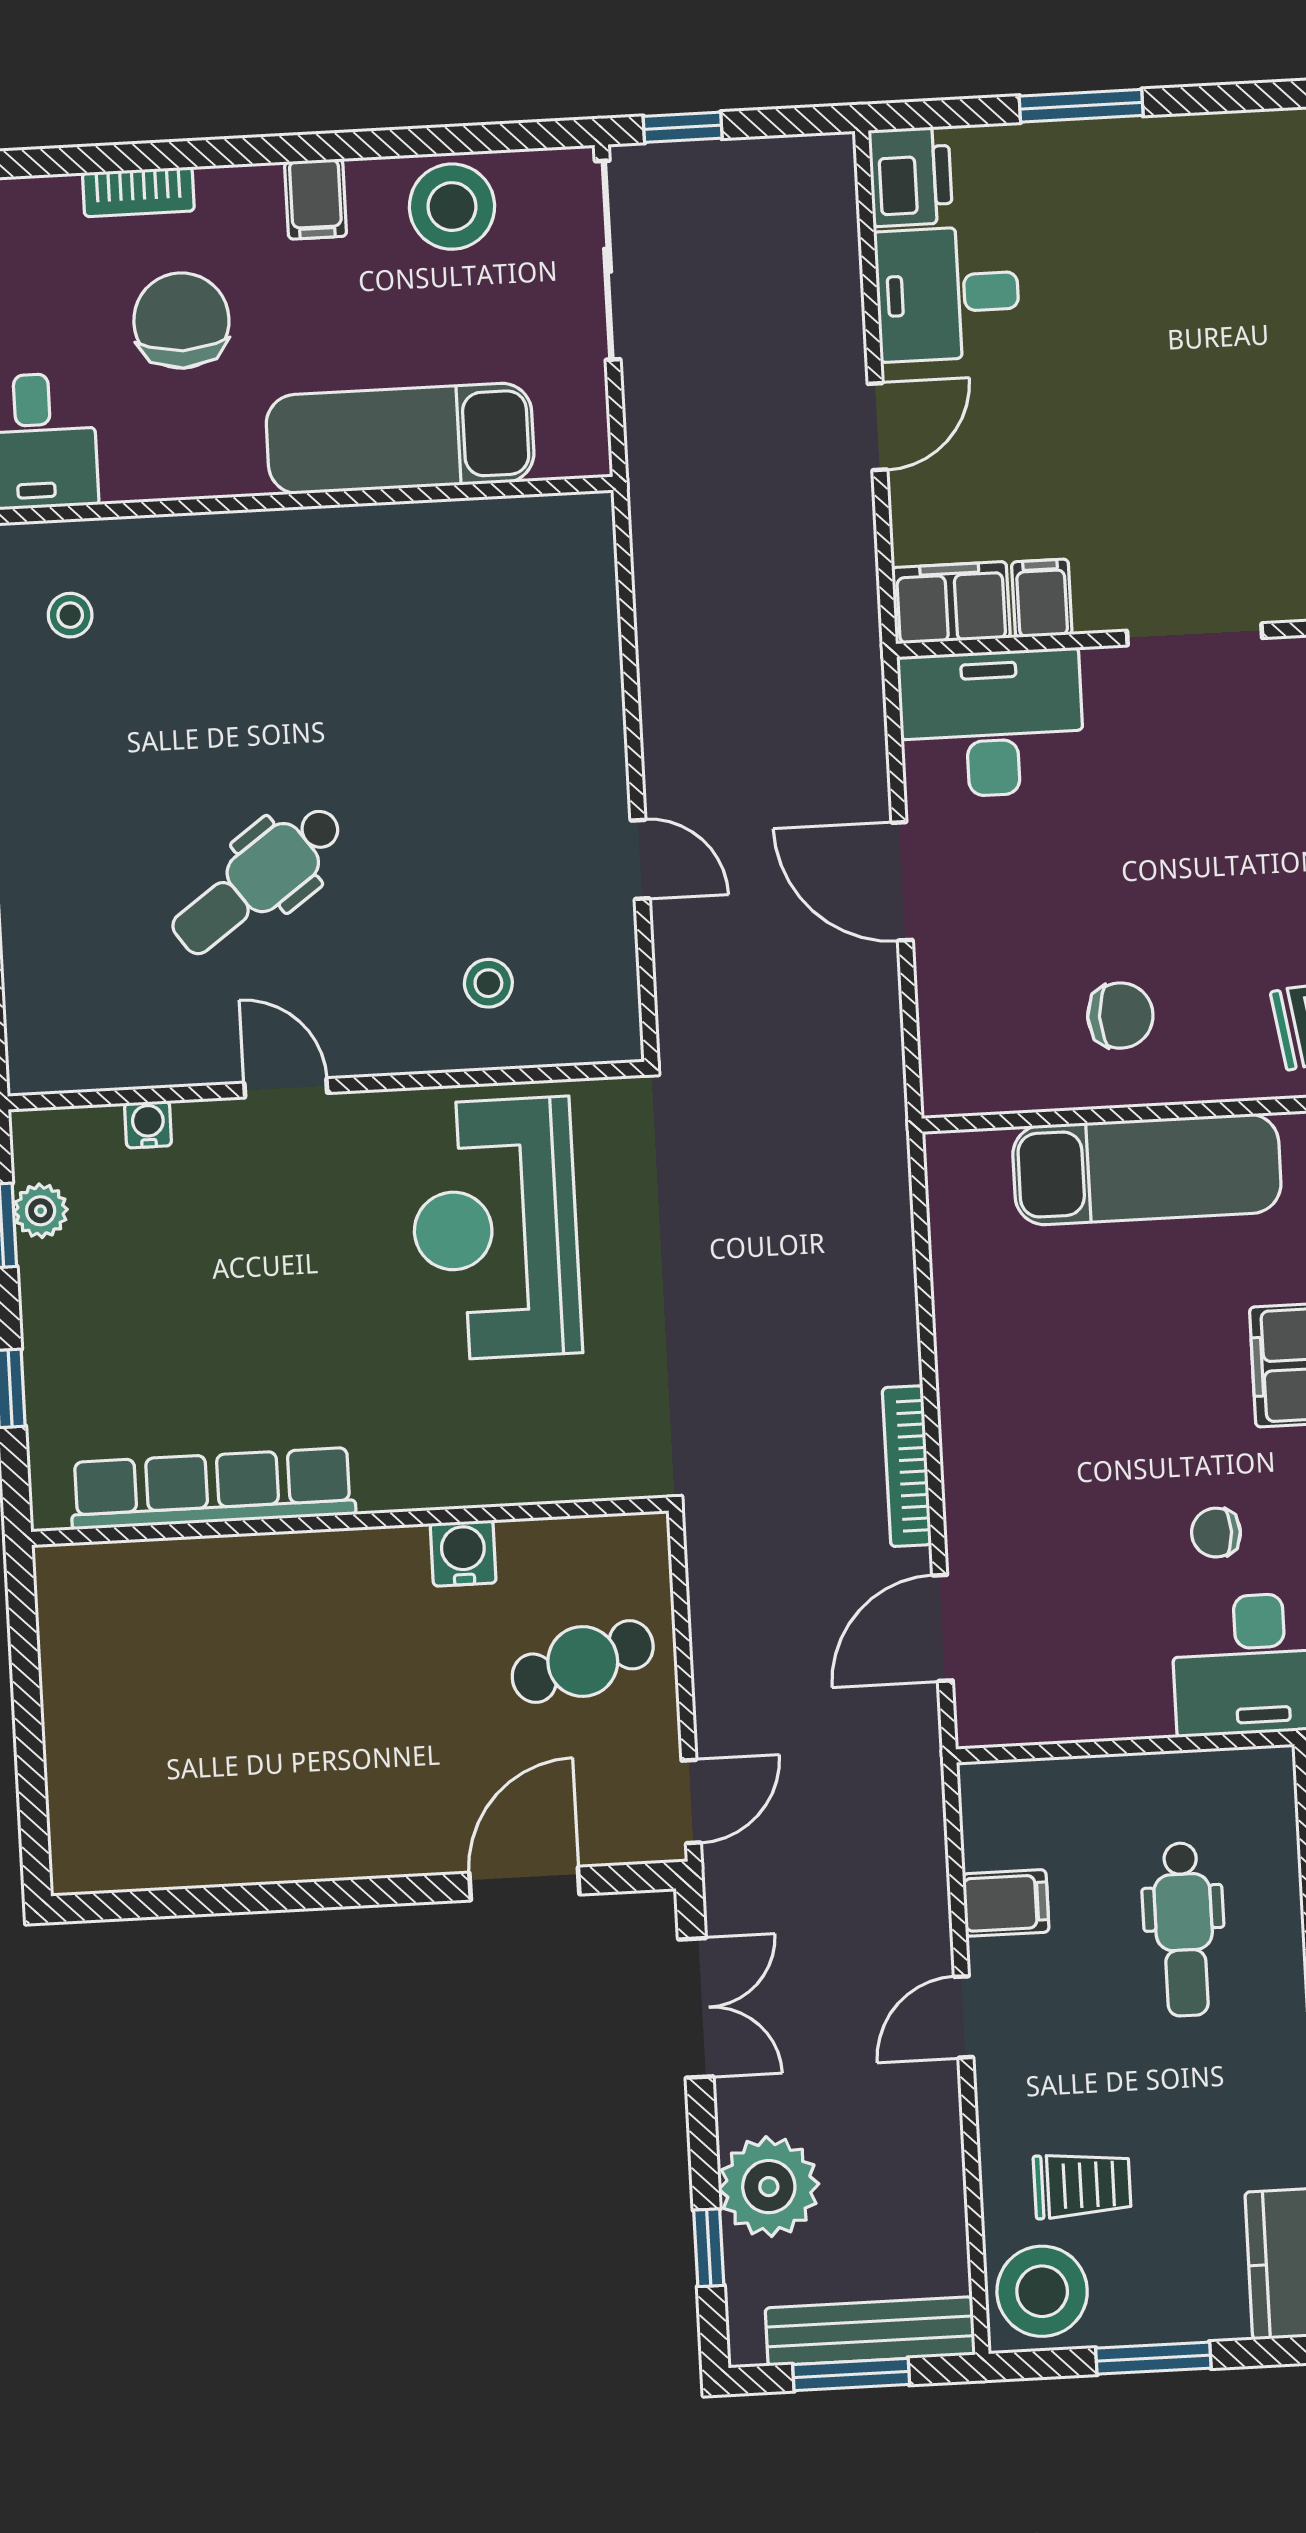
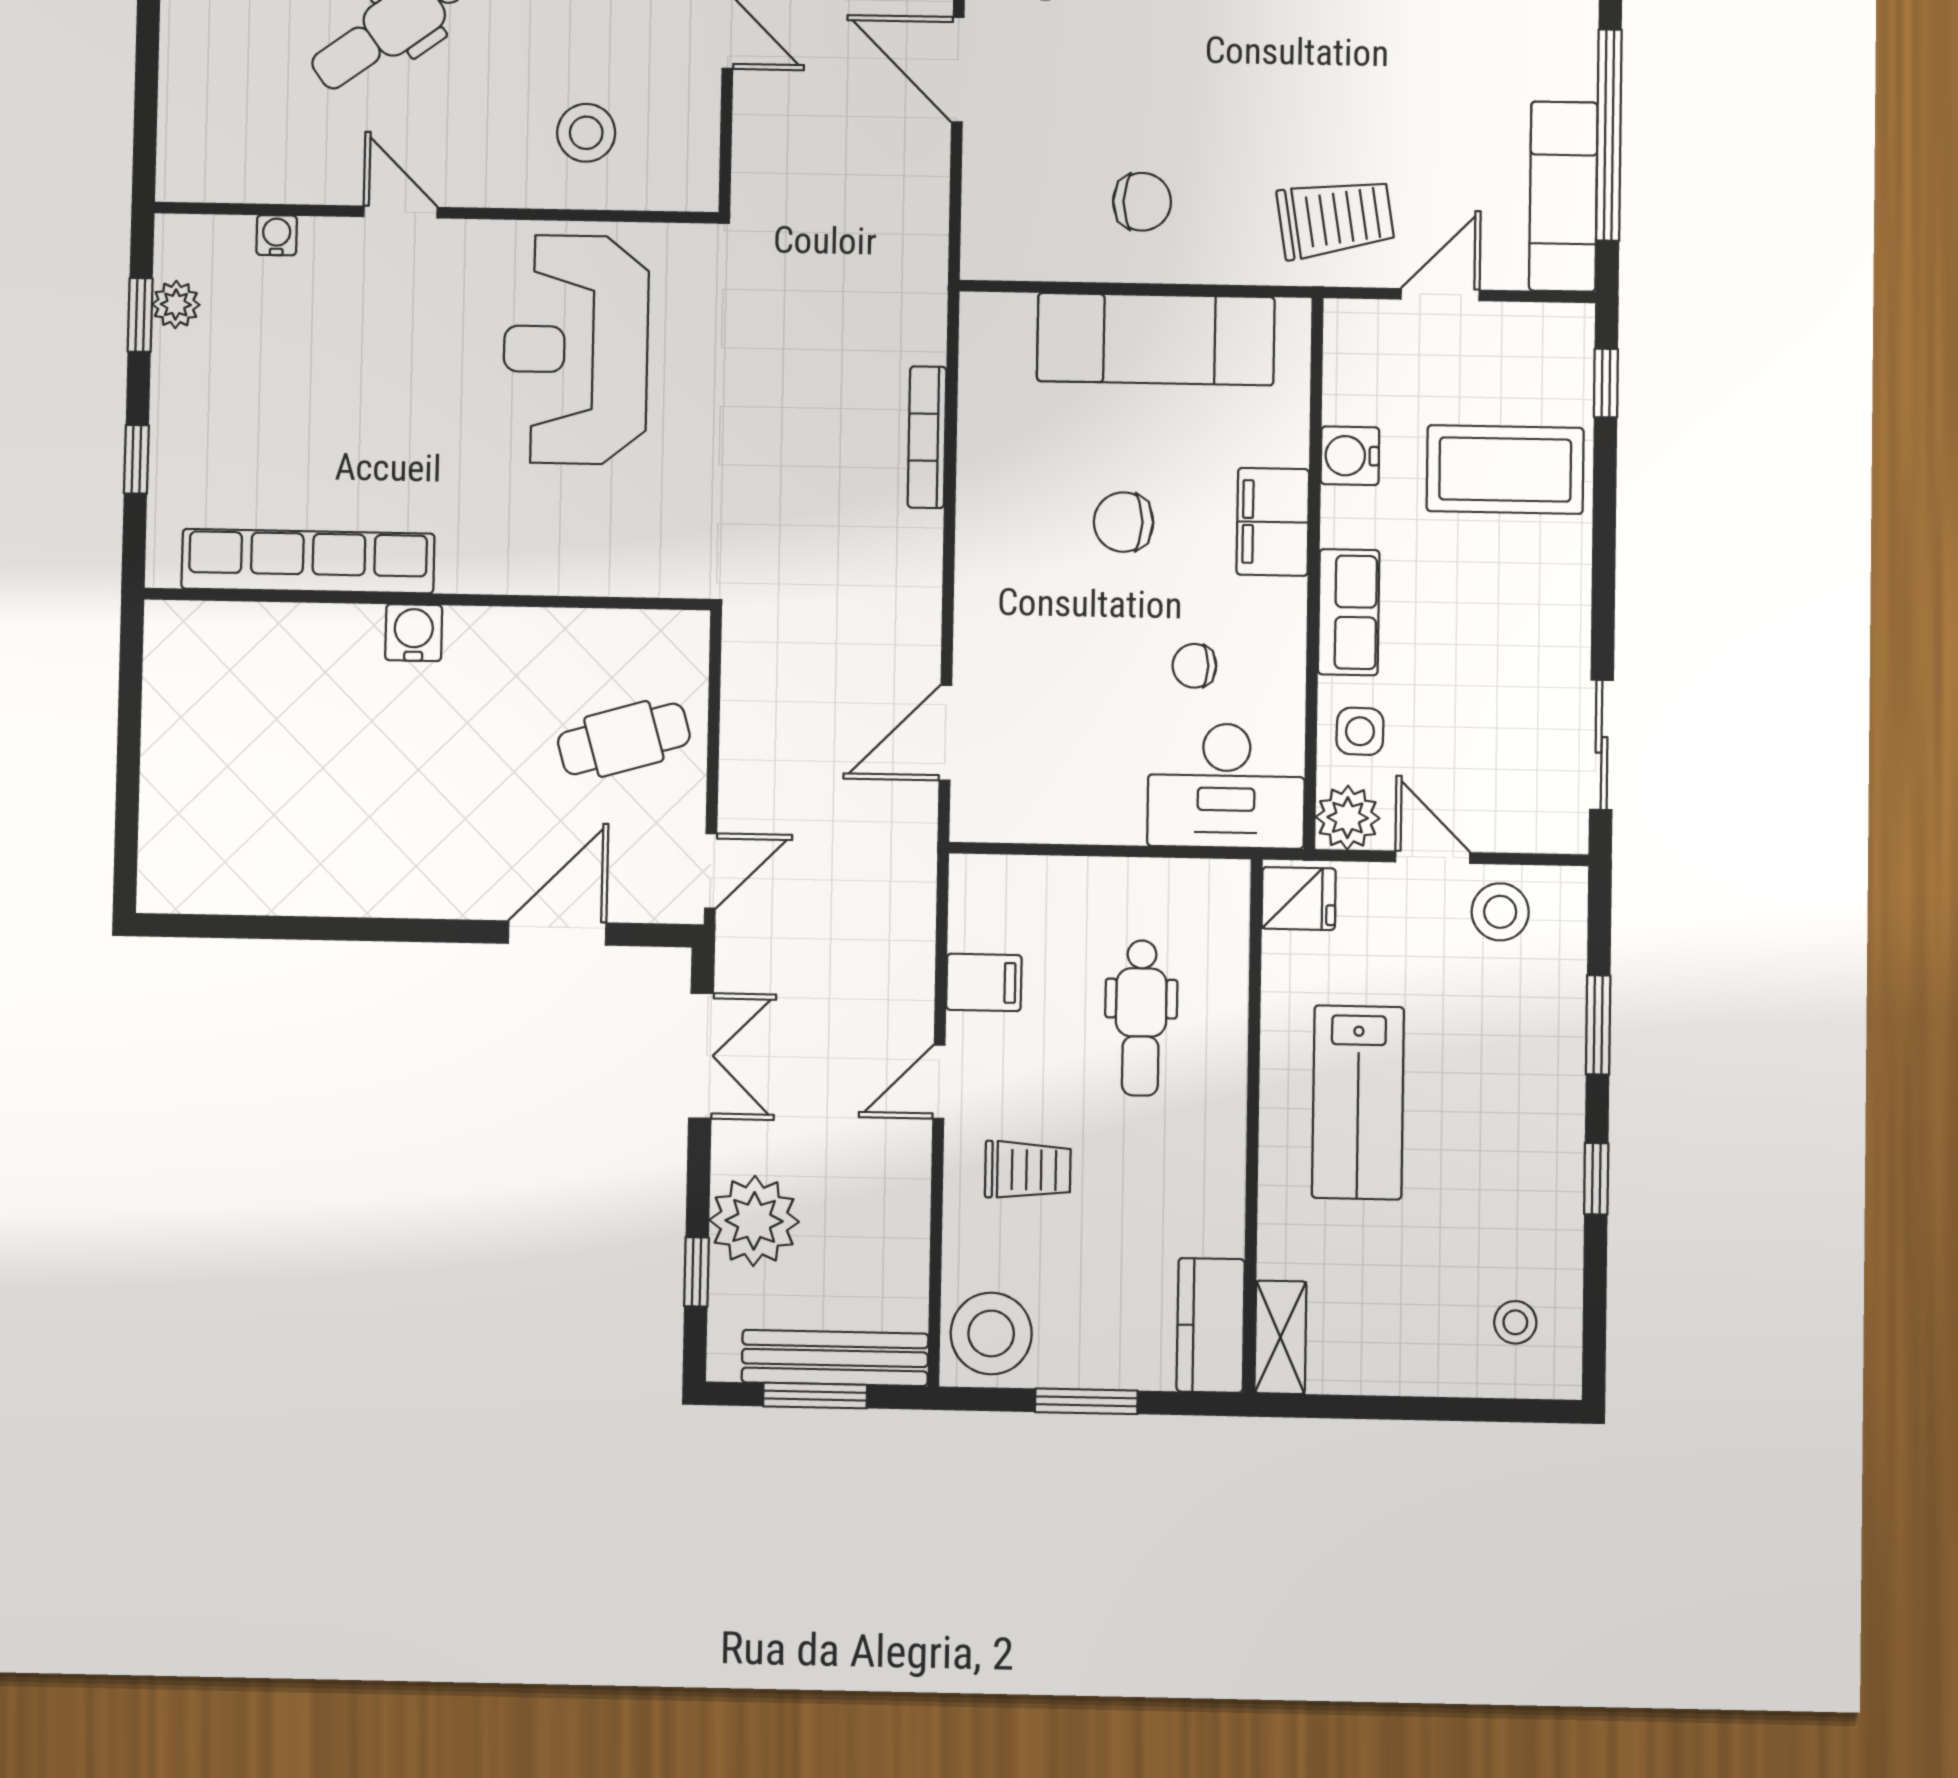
stool: (488, 983) -> (586, 133), width x1.37, depth x1.37
chair: (1125, 1377) -> (1124, 522), added
bookcase: (907, 1466) -> (927, 437), moved
water cooler: (463, 1553) -> (414, 633), moved
trolley: (1082, 2185) -> (1028, 1170), moved

